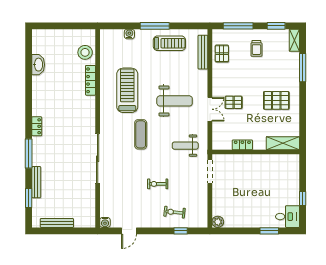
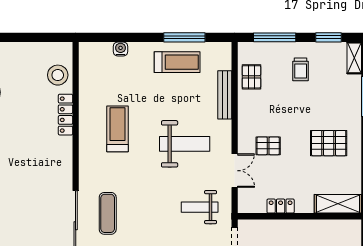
window: (155, 26) -> (184, 37), moved
bench: (203, 52) -> (225, 95), moved
treadmill: (127, 90) -> (117, 129), width x0.73, depth x0.73
double door: (210, 109) -> (235, 171), moved
exercise mat: (141, 134) -> (108, 213), moved

